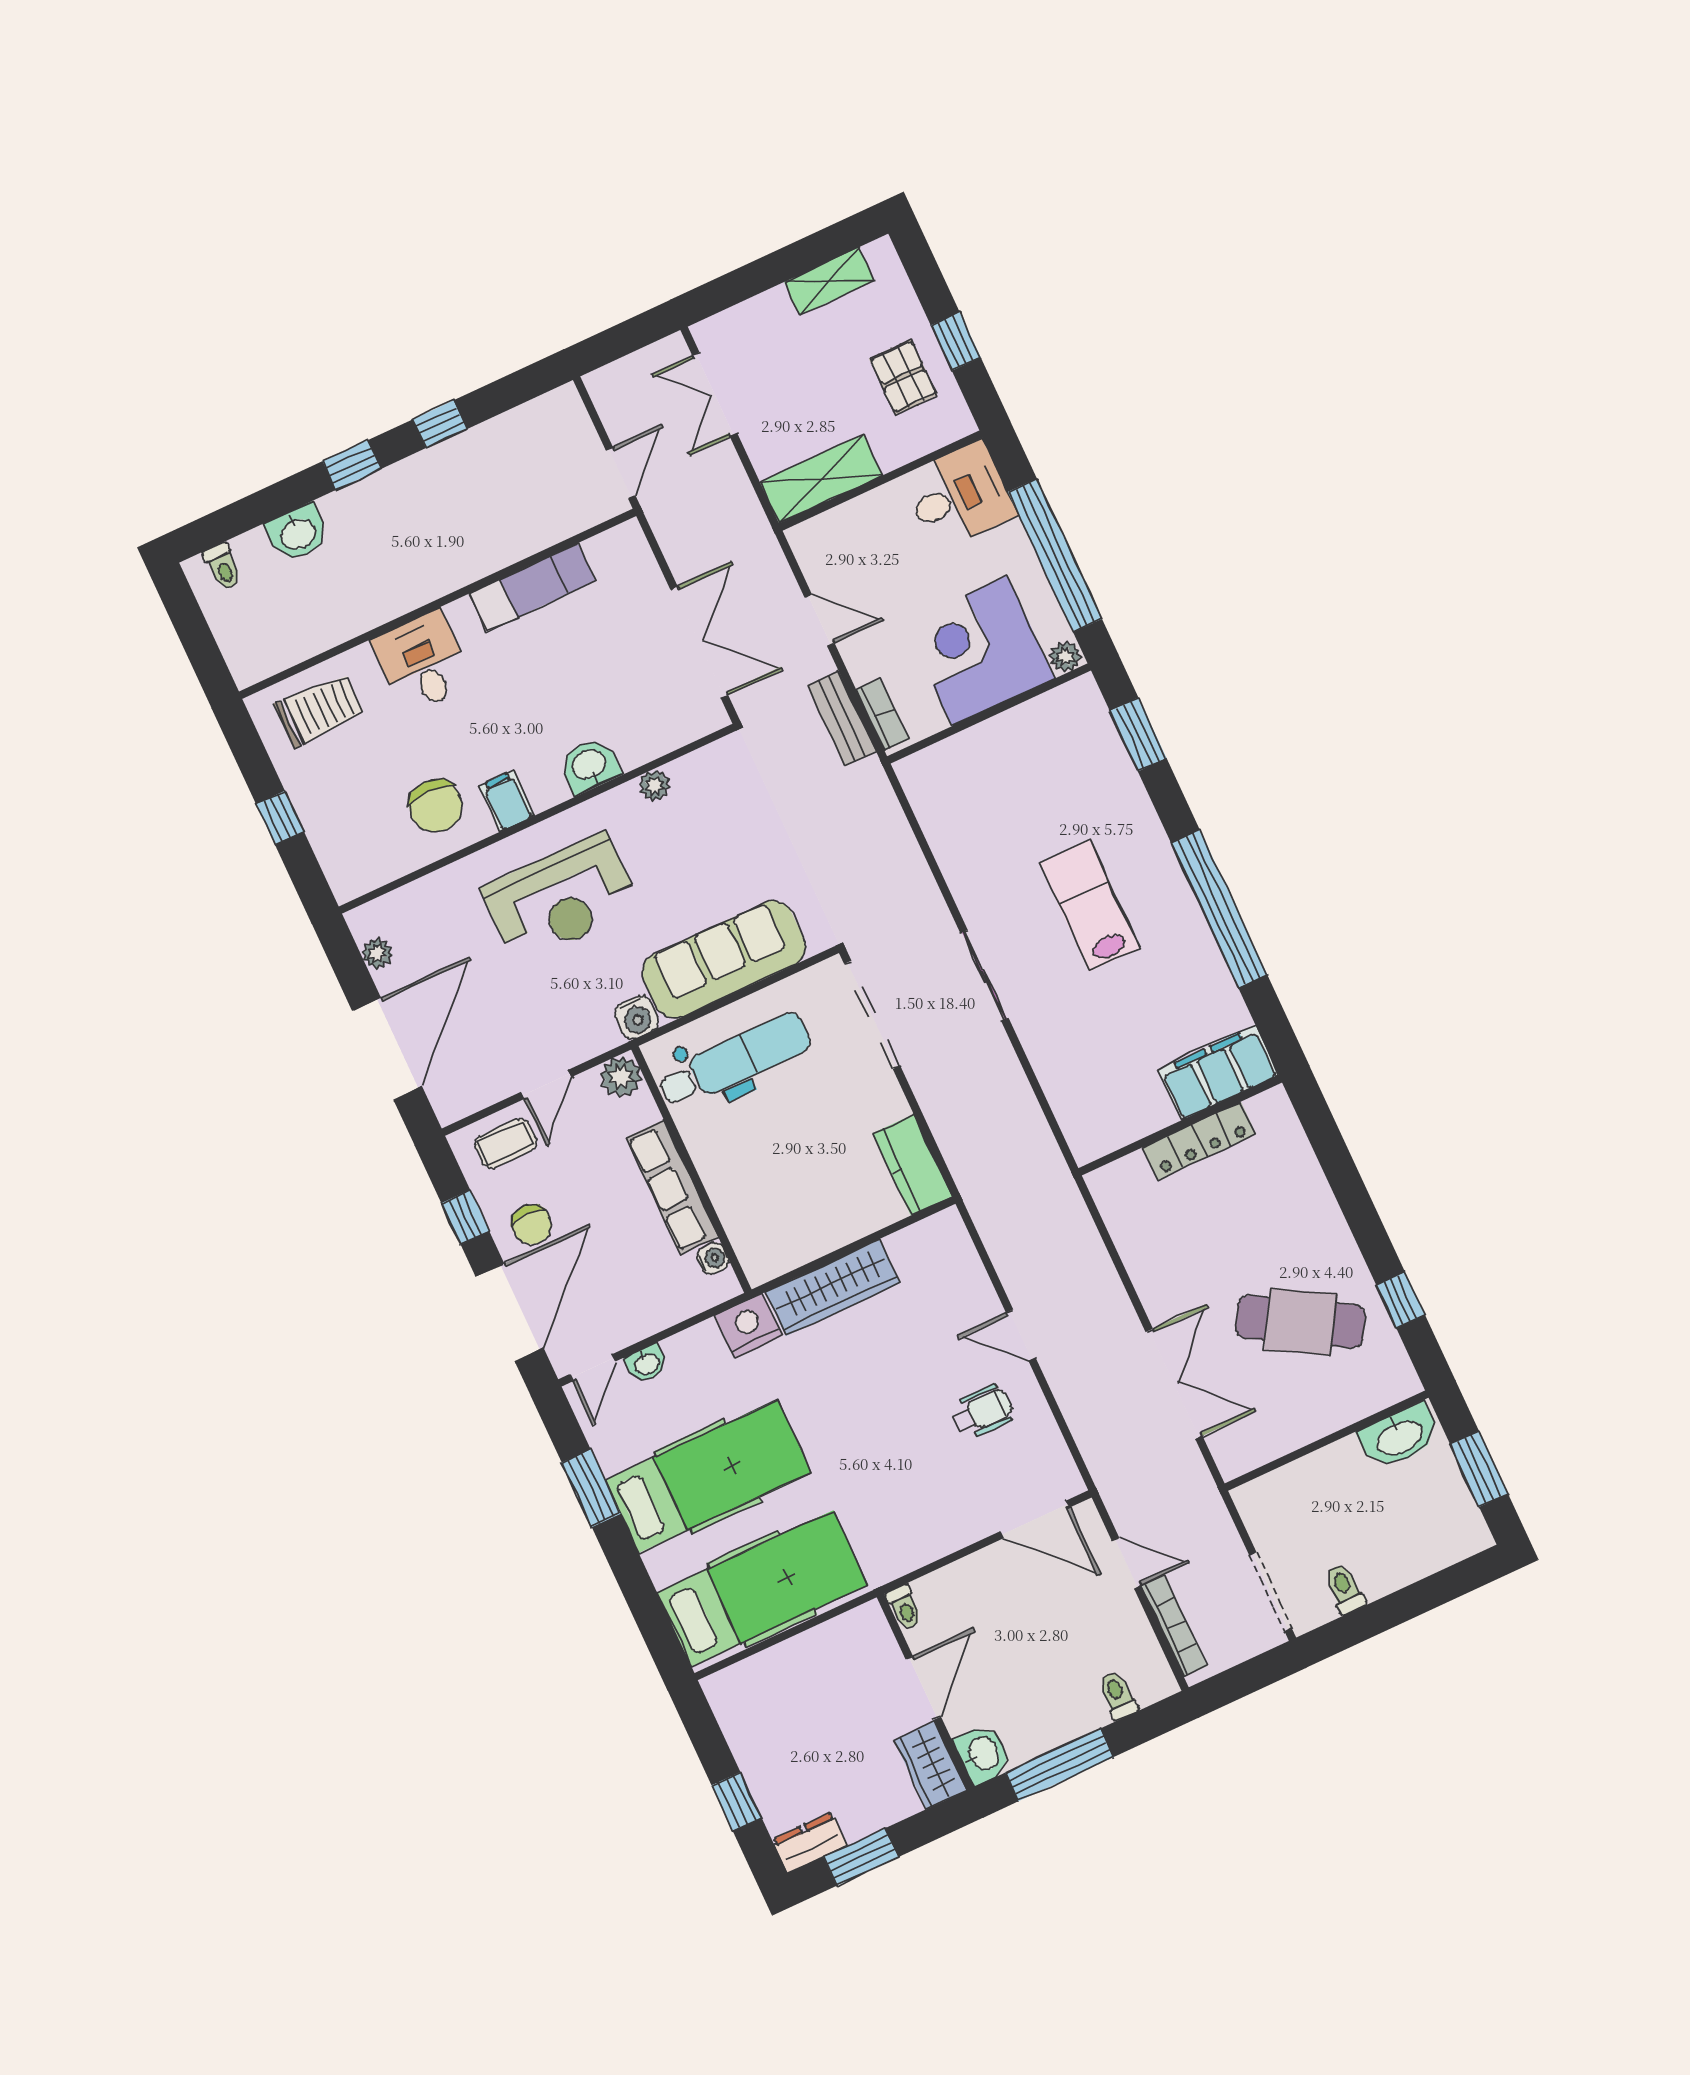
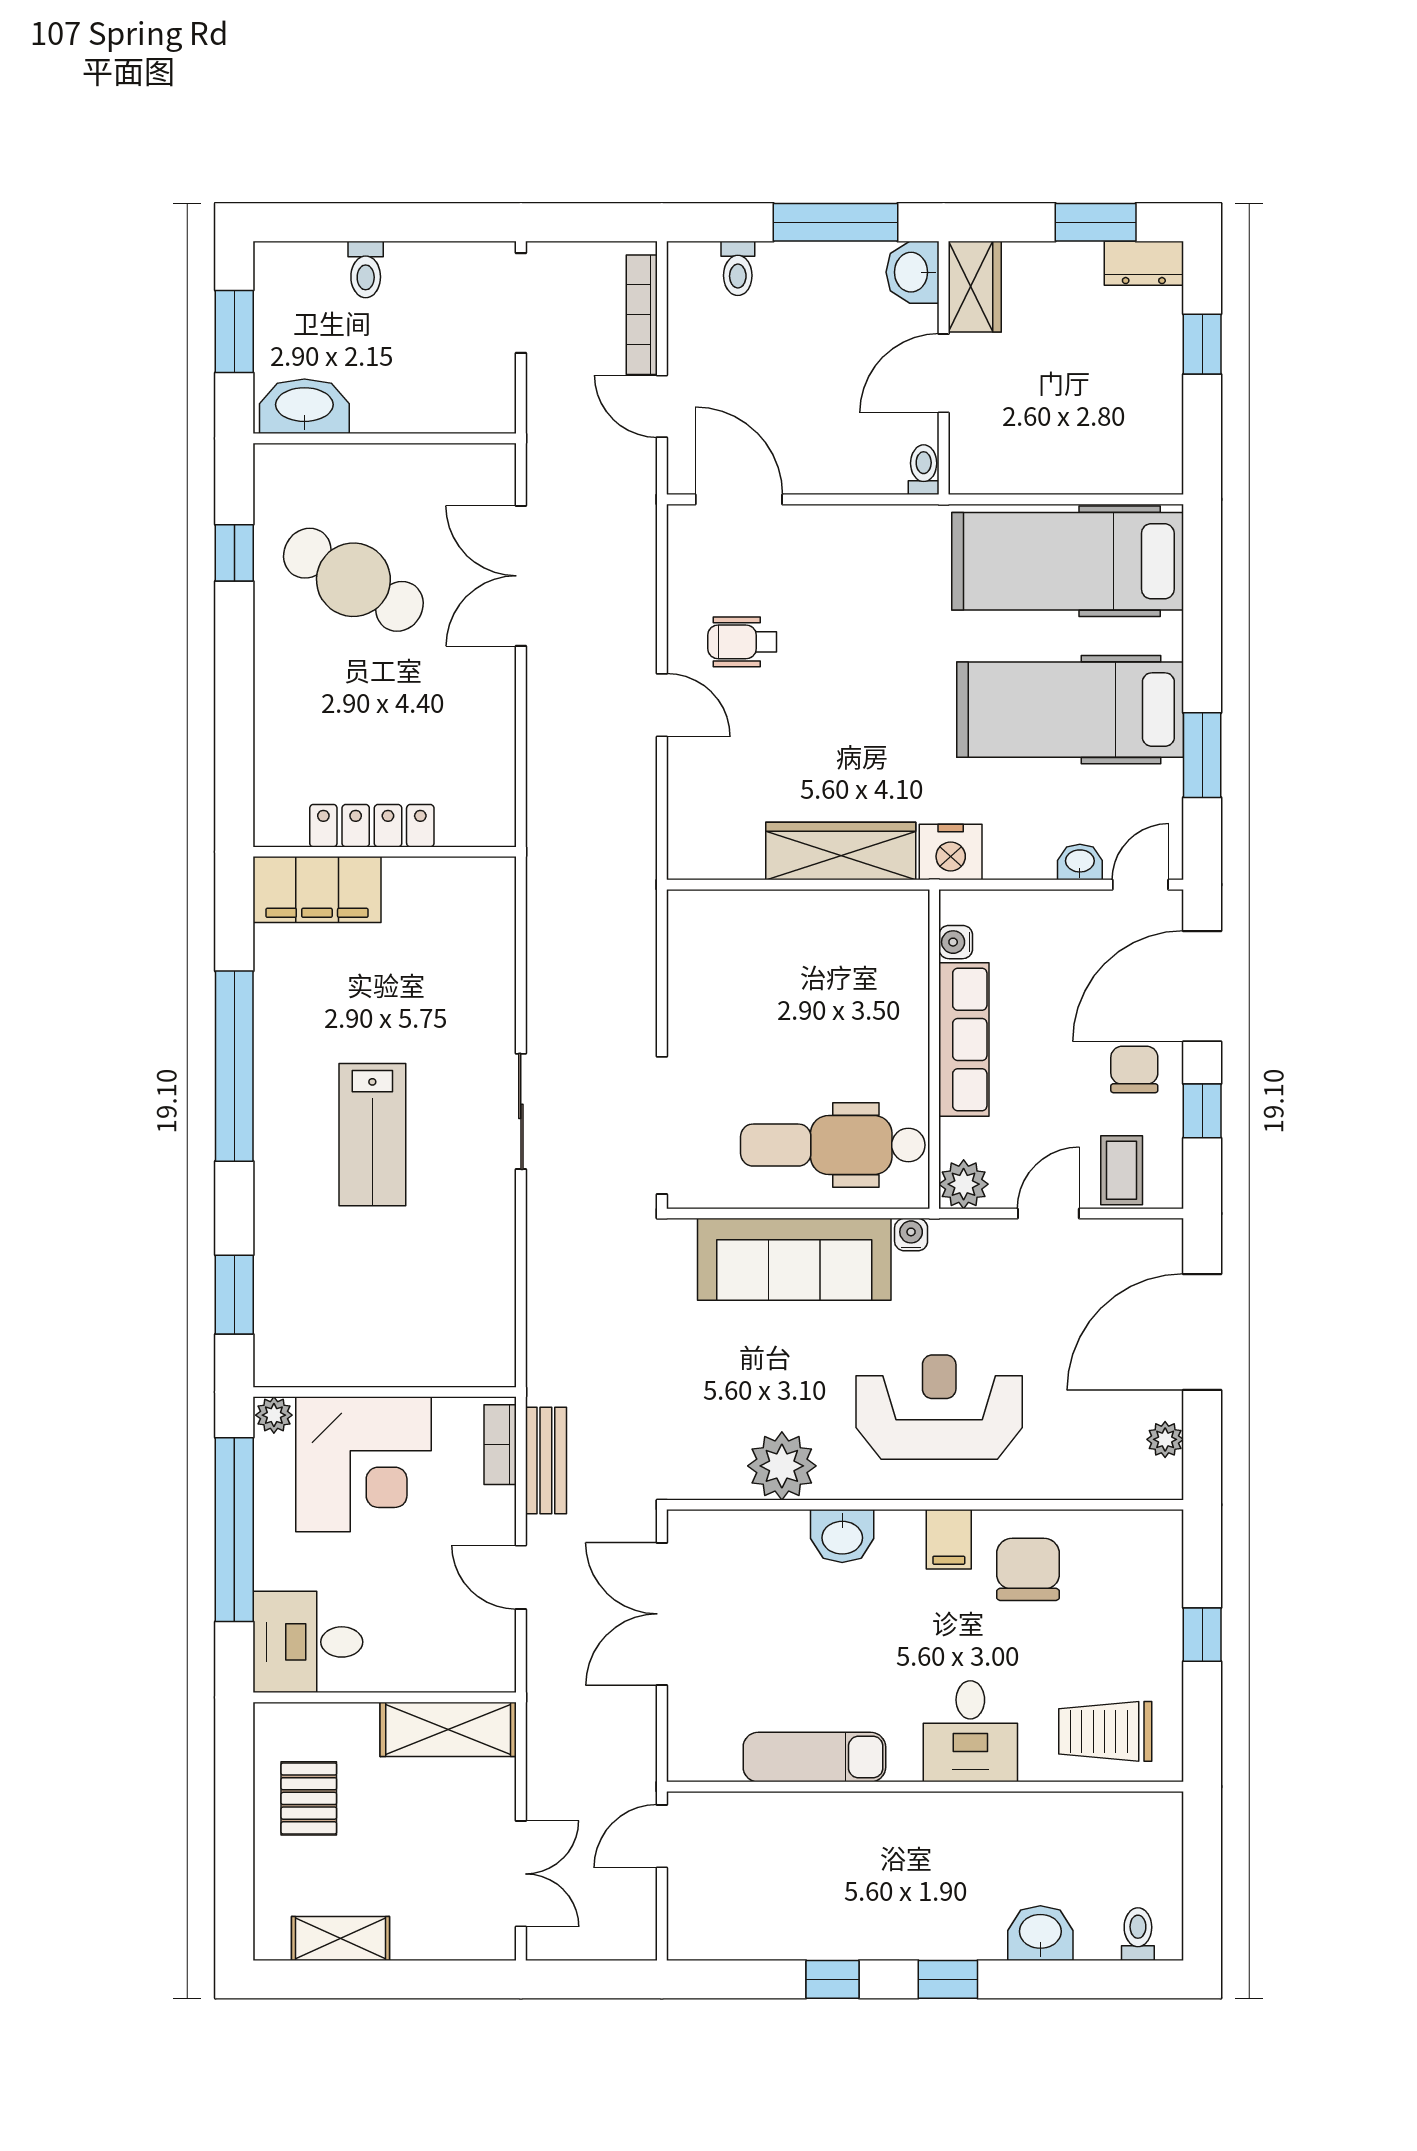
window: (956, 341) -> (234, 1810), removed
plant: (654, 786) -> (782, 1466), width x1.88, depth x1.88
water cooler: (636, 1017) -> (911, 1235), width x0.72, depth x0.72
coffee table: (506, 1143) -> (1122, 1170), turned 90
kitchen counter: (912, 1165) -> (694, 943), removed
toilet: (1345, 1589) -> (366, 269), moved

